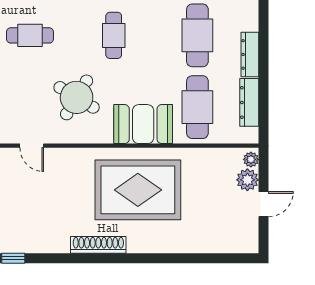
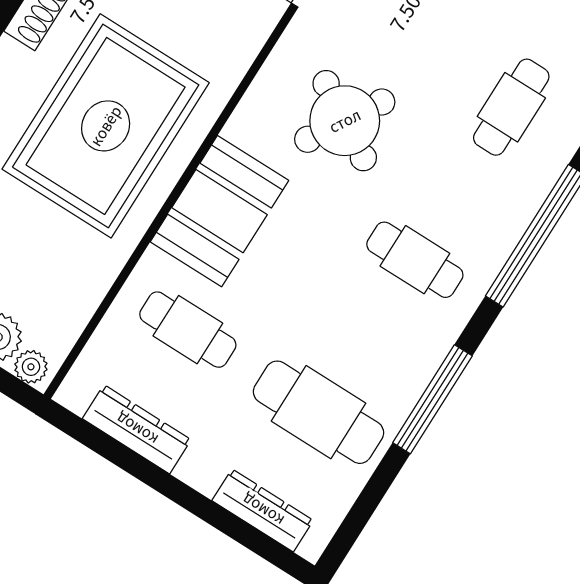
dresser: (250, 54) -> (263, 510), moved
cafe table: (197, 107) -> (188, 330), width x0.73, depth x0.74

